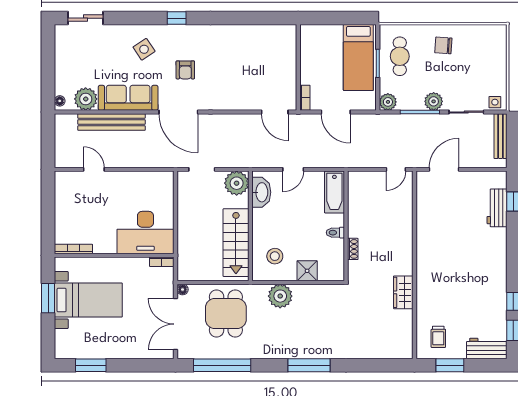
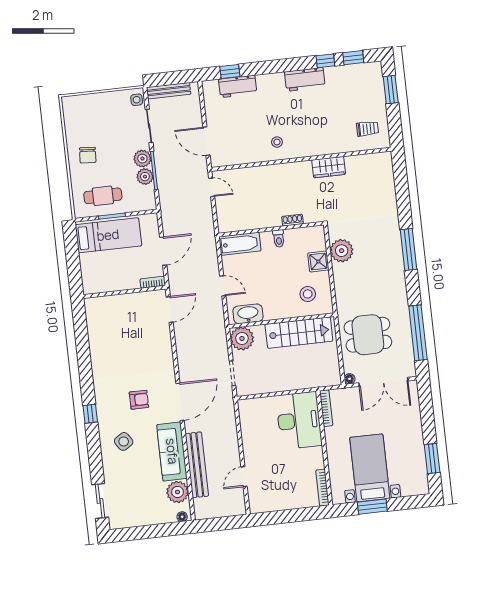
plant: (388, 102) -> (145, 177), moved
stool: (435, 242) -> (277, 142), added
bookcase: (162, 262) -> (326, 408), width x1.56
plant: (280, 296) -> (342, 251), moved
workbench: (487, 349) -> (305, 79), moved, turned -90
window: (450, 365) -> (391, 90), moved

